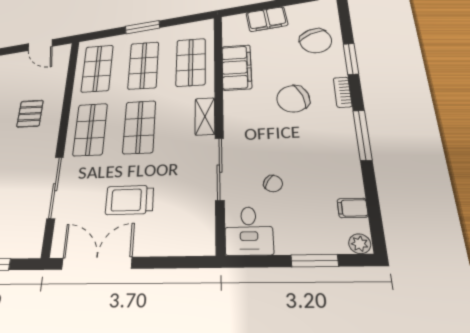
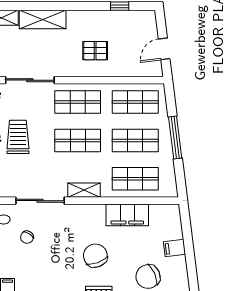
filing cabinet: (267, 19) -> (174, 248), width x0.50
window: (143, 27) -> (175, 137), width x1.44

